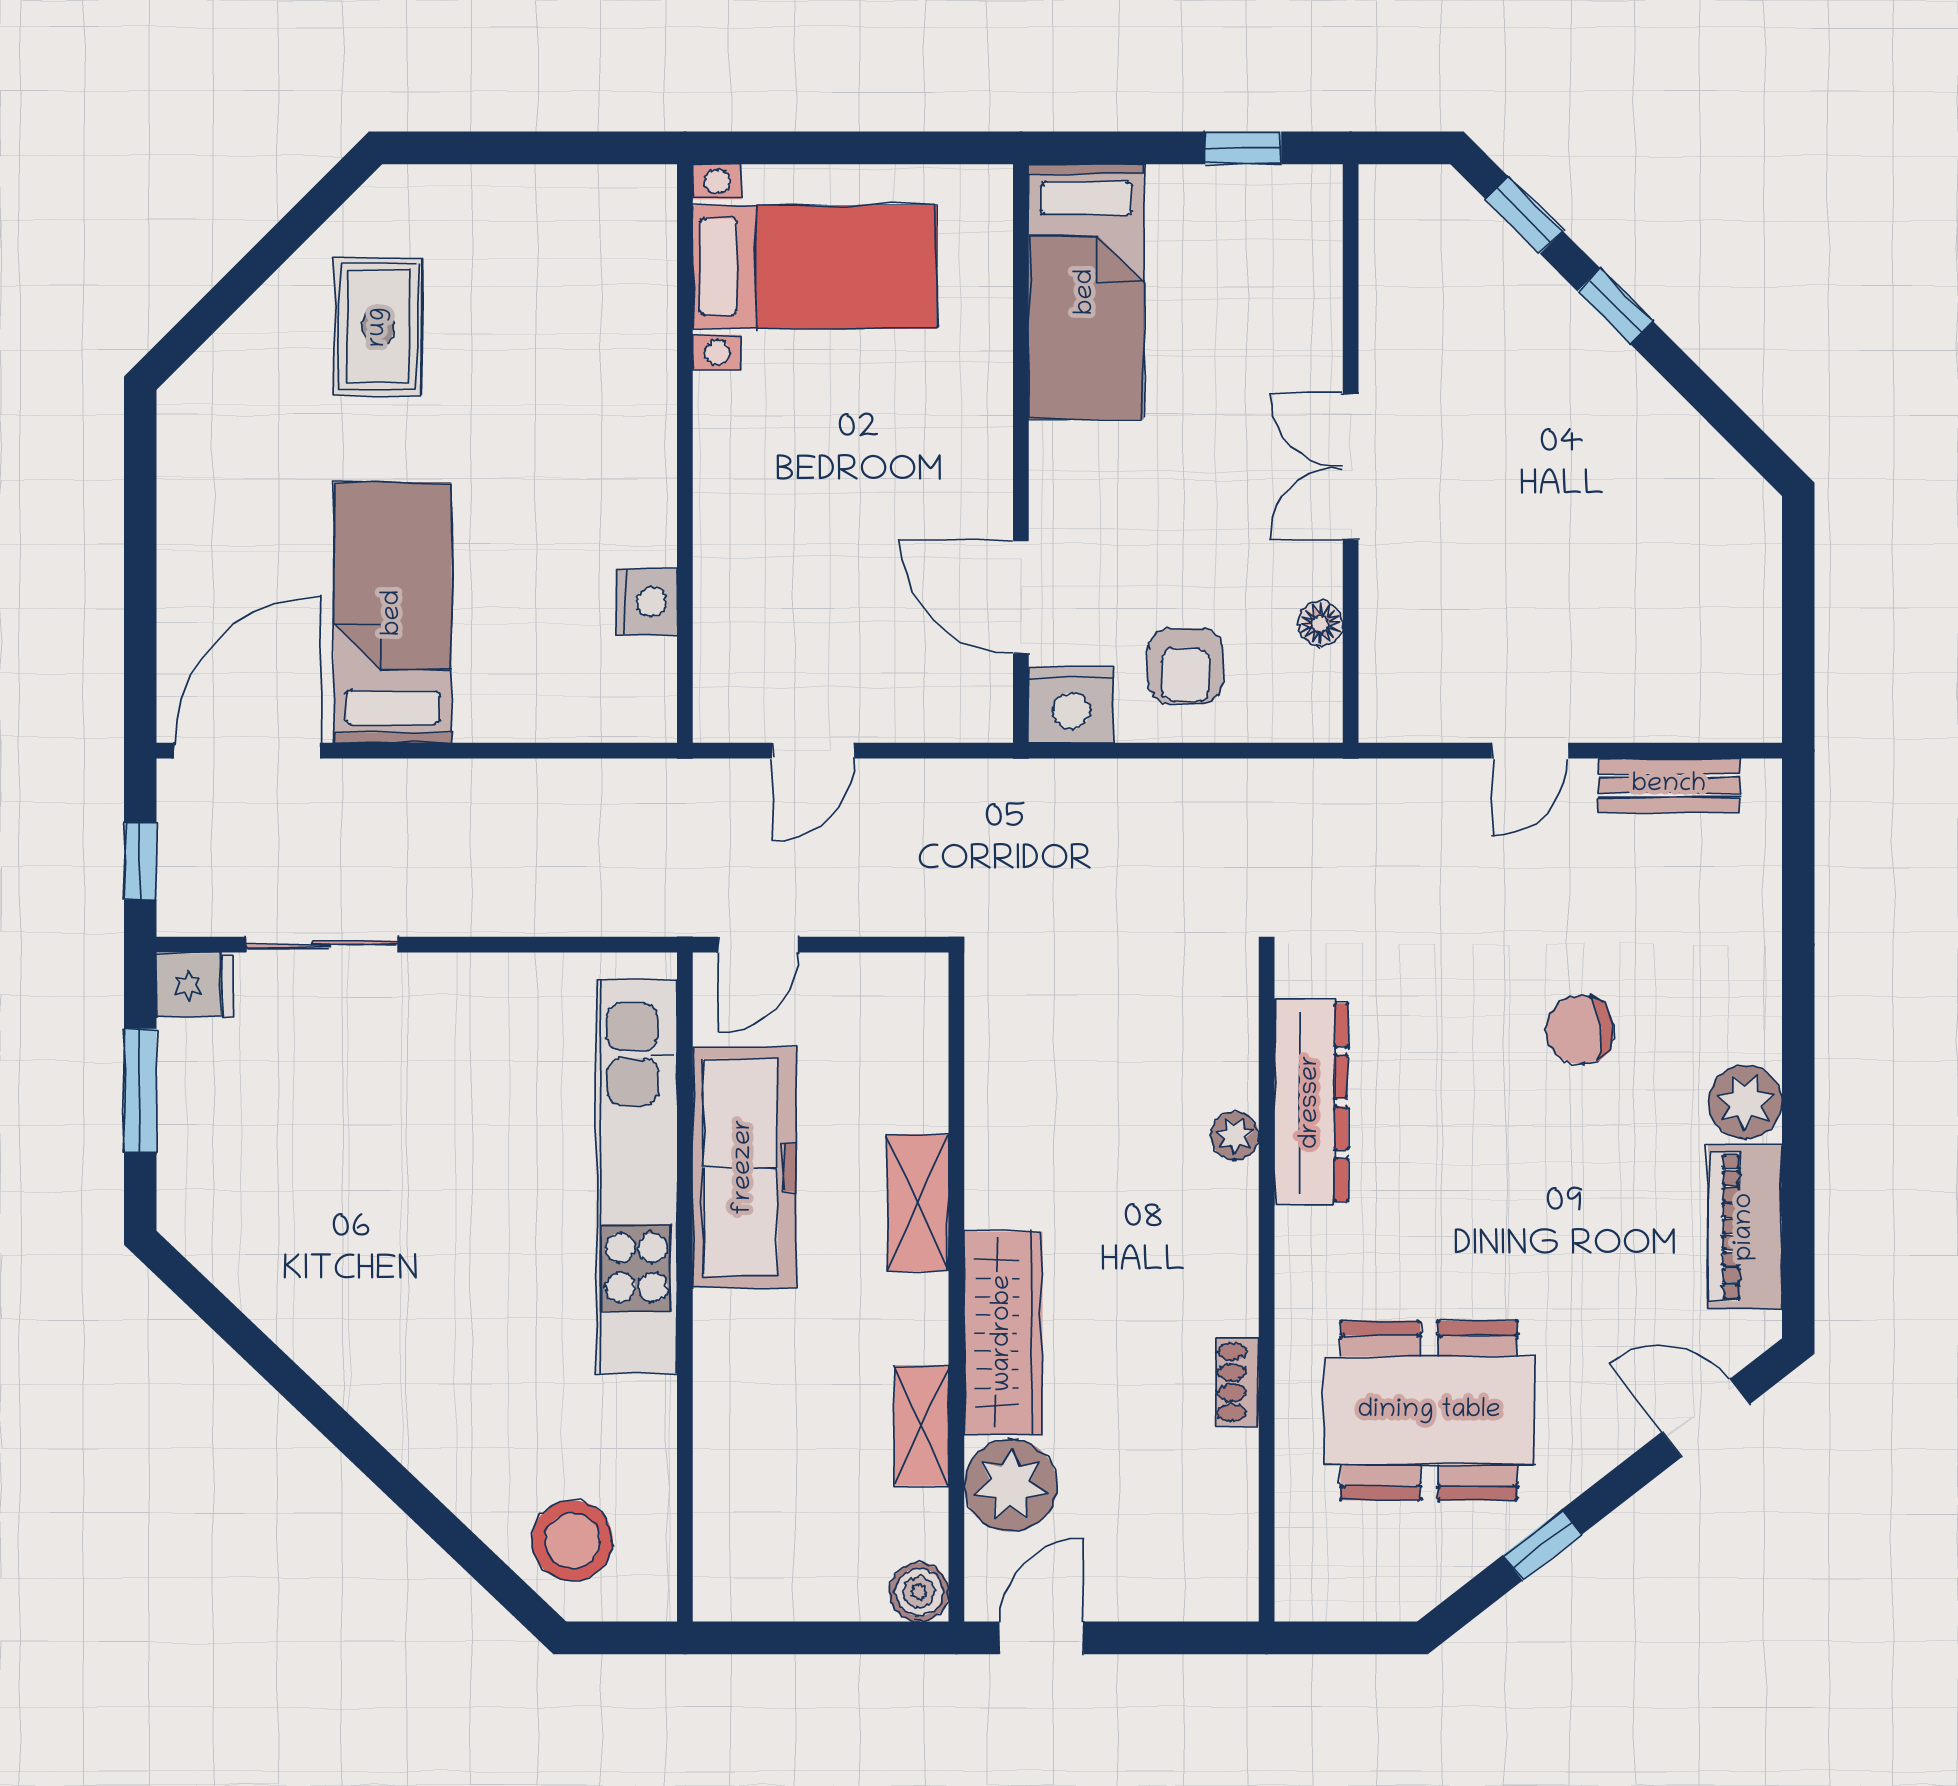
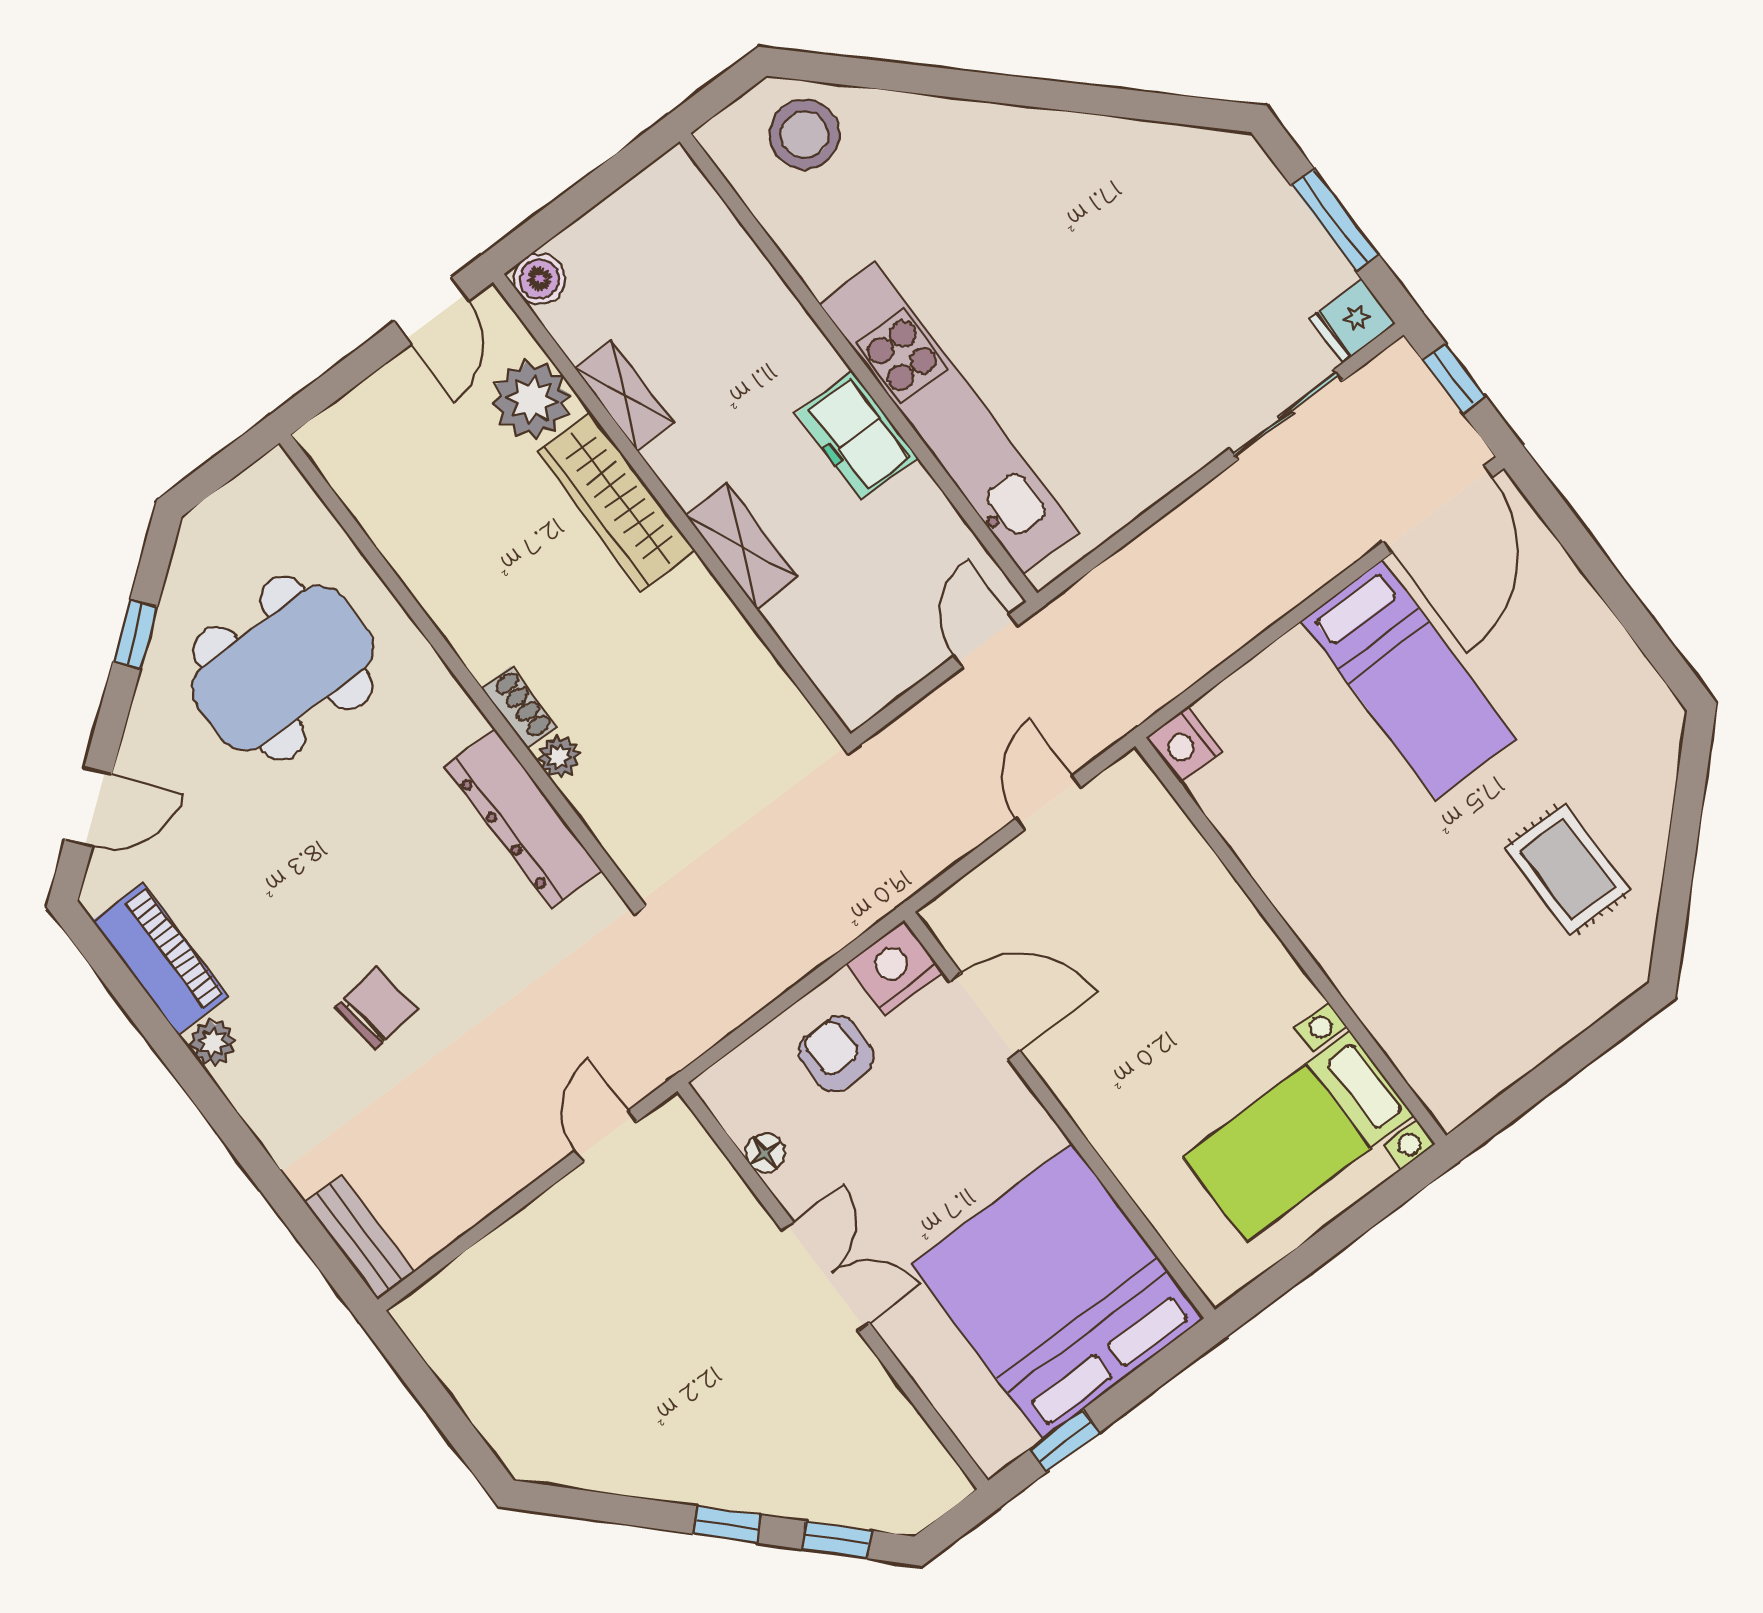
bed: (1086, 292) -> (1057, 1291), width x2.04
nightstand: (647, 602) -> (1184, 745), moved
door: (1530, 751) -> (606, 1136), moved
bench: (1669, 785) -> (360, 1237), moved, turned 90
plant: (1745, 1102) -> (213, 1043), width x0.73, depth x0.73
freezer: (744, 1167) -> (857, 436), width x0.52, depth x0.79
shoe rack: (1237, 1382) -> (519, 707), moved

